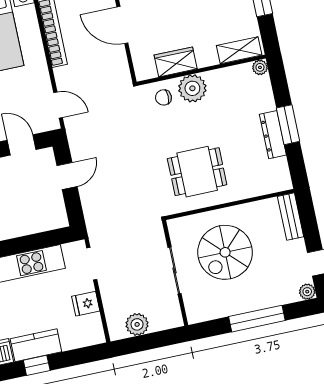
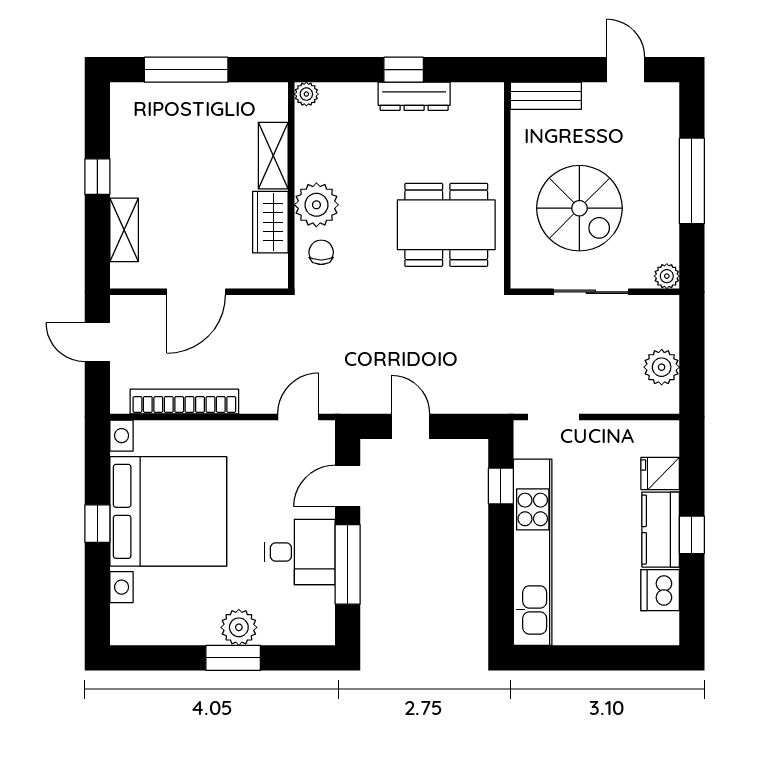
shelving: (239, 50) -> (273, 156), moved
chair: (163, 97) -> (321, 252), turned 180
window: (288, 125) -> (404, 70), width x0.67
dining table: (197, 172) -> (446, 225), width x1.37
window: (42, 240) -> (501, 486), added
plant: (307, 292) -> (667, 276), moved
fridge: (86, 304) -> (660, 473), moved, turned 90

